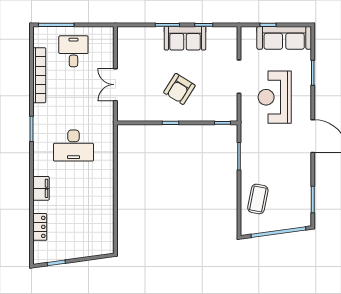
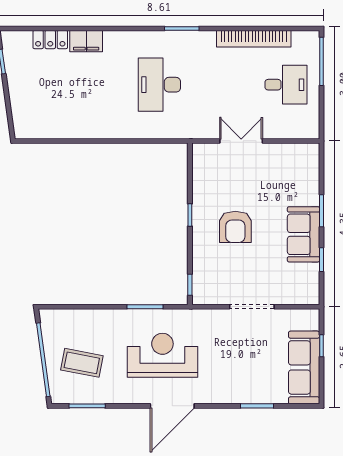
armchair: (179, 89) -> (235, 227), turned -122
reception desk: (275, 97) -> (162, 355), moved
filing cabinet: (41, 188) -> (86, 41), moved
coffee table: (258, 199) -> (82, 363), moved

